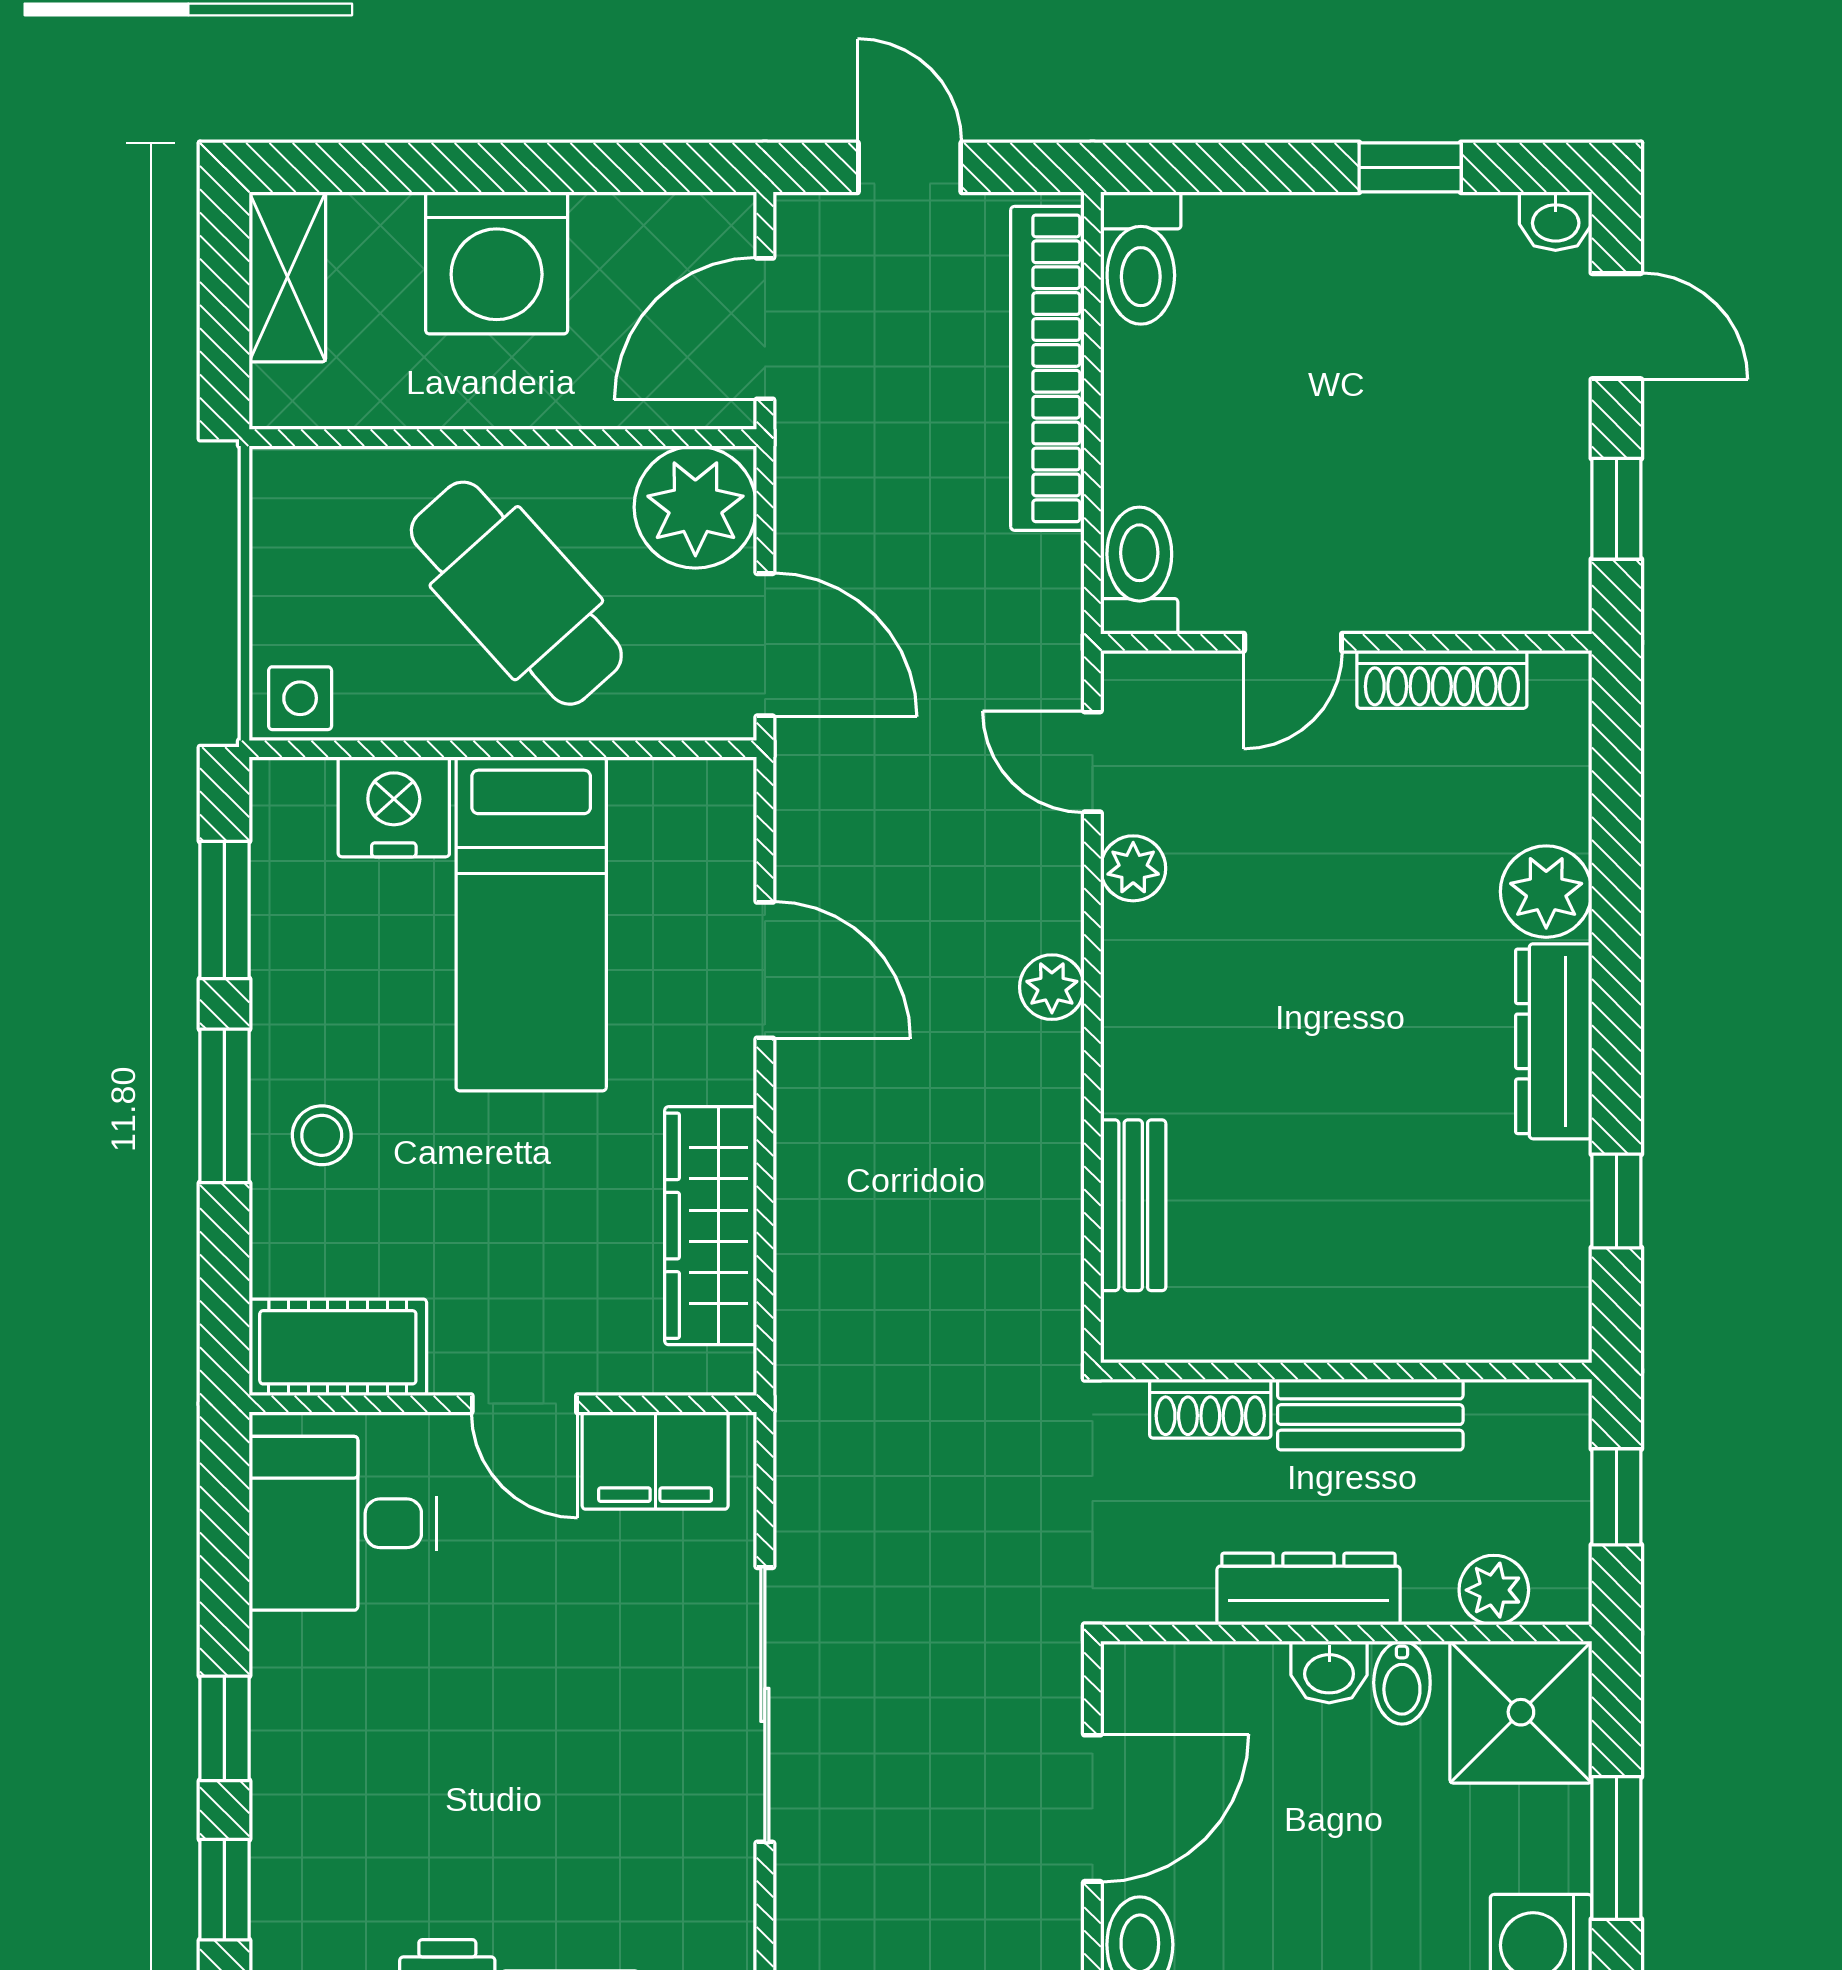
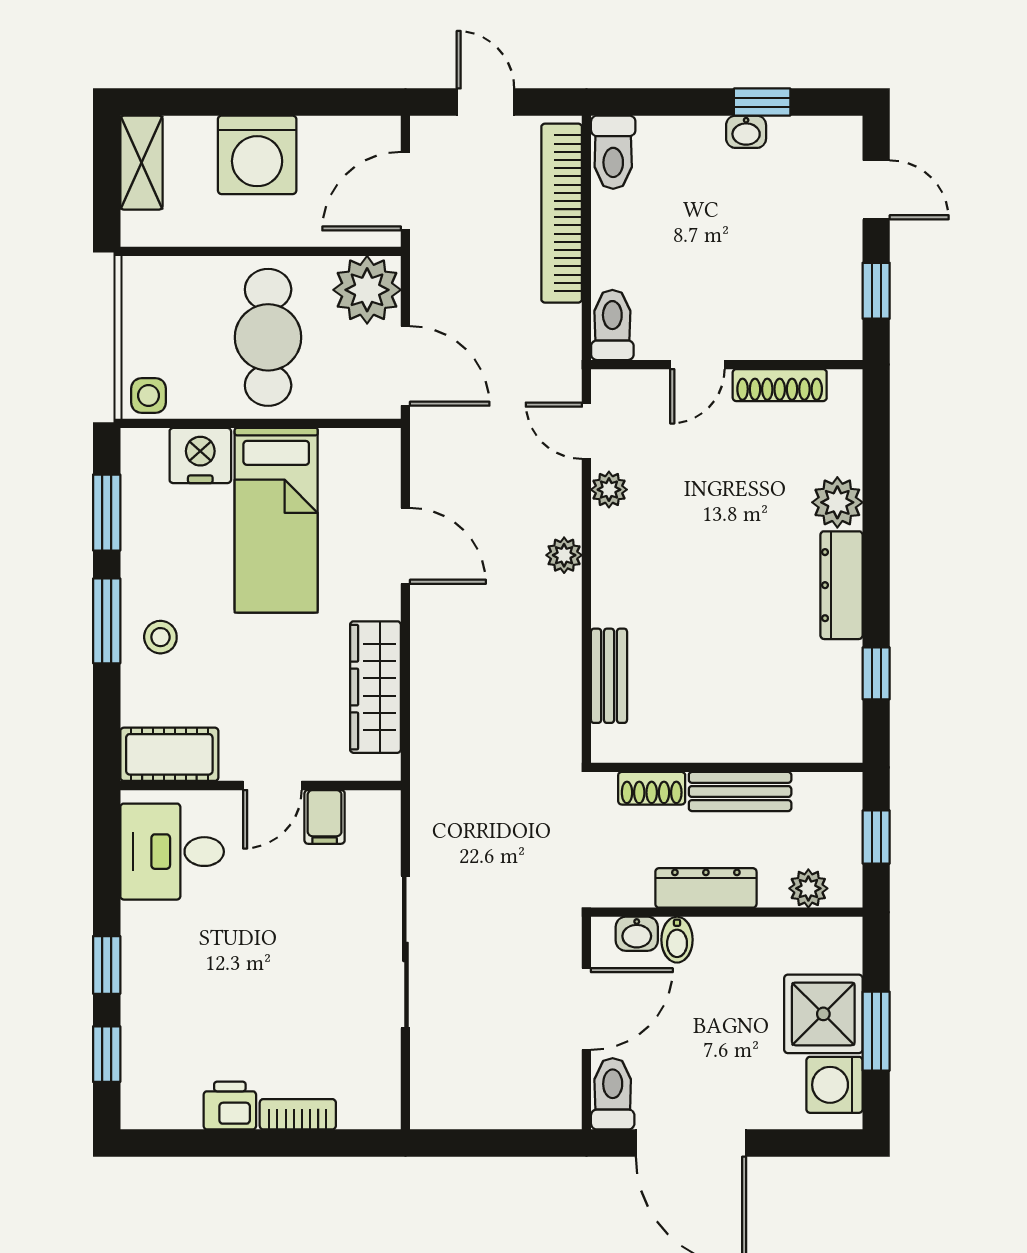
washbasin: (1556, 221) -> (746, 132), moved
cafe table: (516, 593) -> (268, 337), turned 42
door: (524, 1404) -> (272, 785), hinge flipped
filing cabinet: (655, 1461) -> (325, 817), width x0.50
washbasin: (1329, 1672) -> (637, 934), moved
bidet: (1402, 1683) -> (677, 940), moved
shower: (1521, 1712) -> (823, 1014), moved

